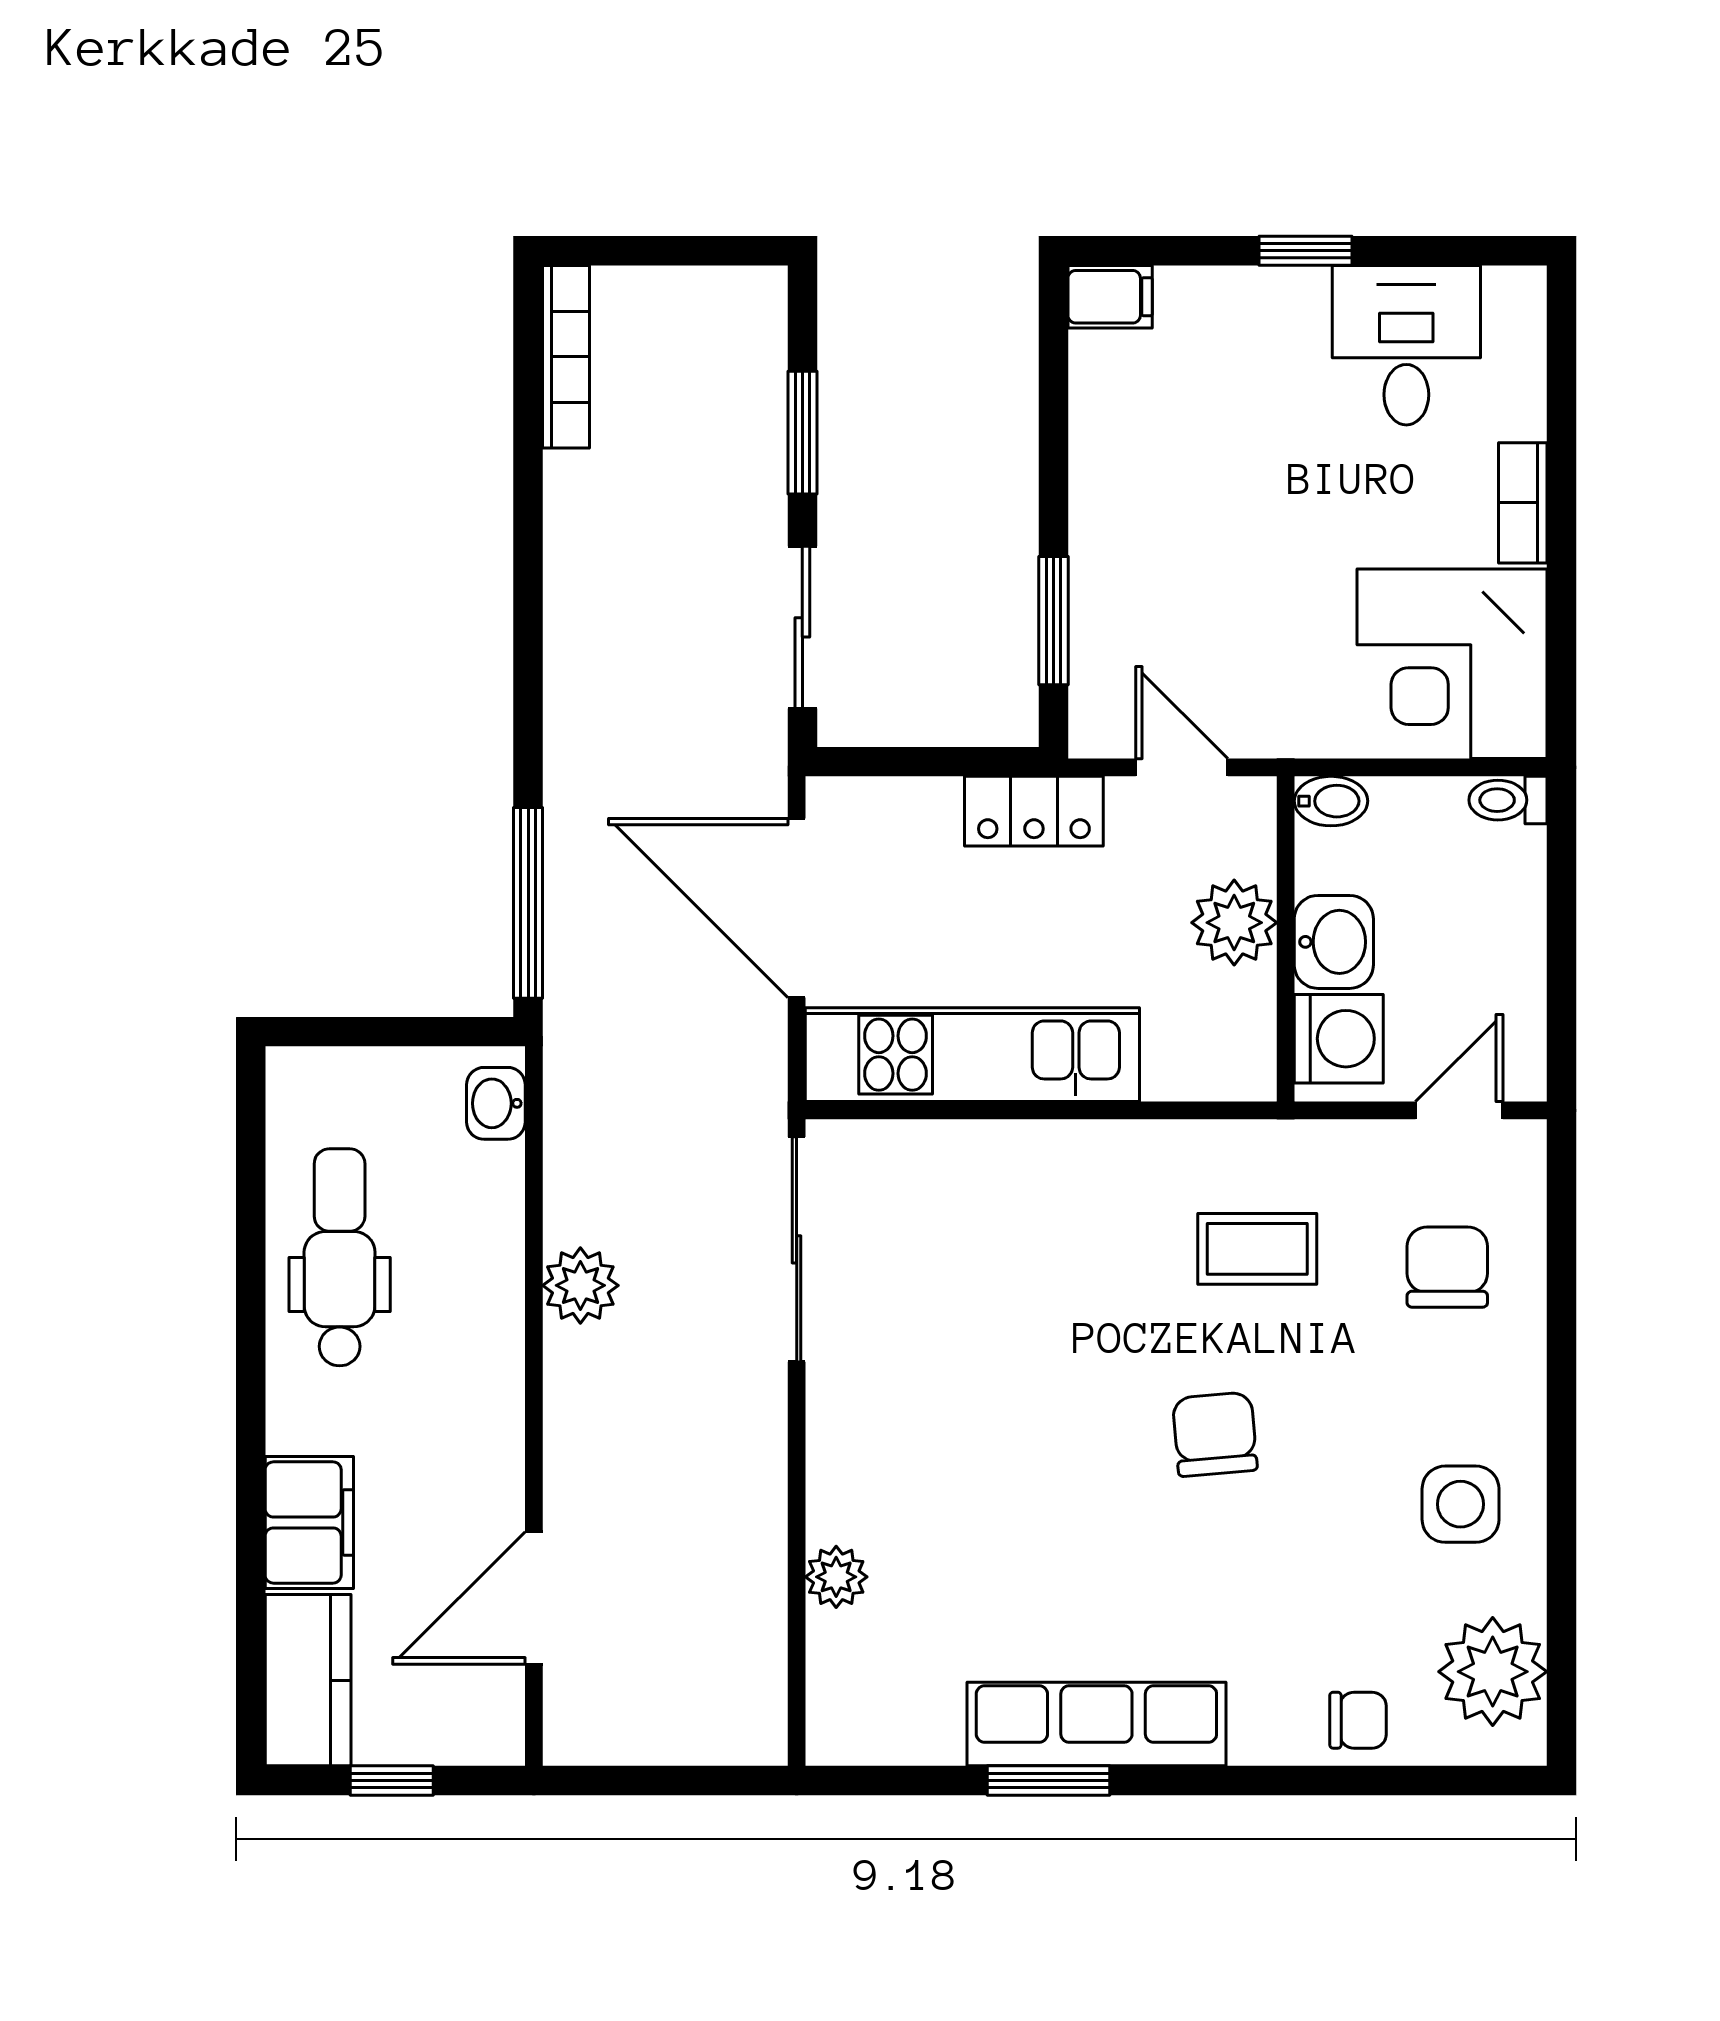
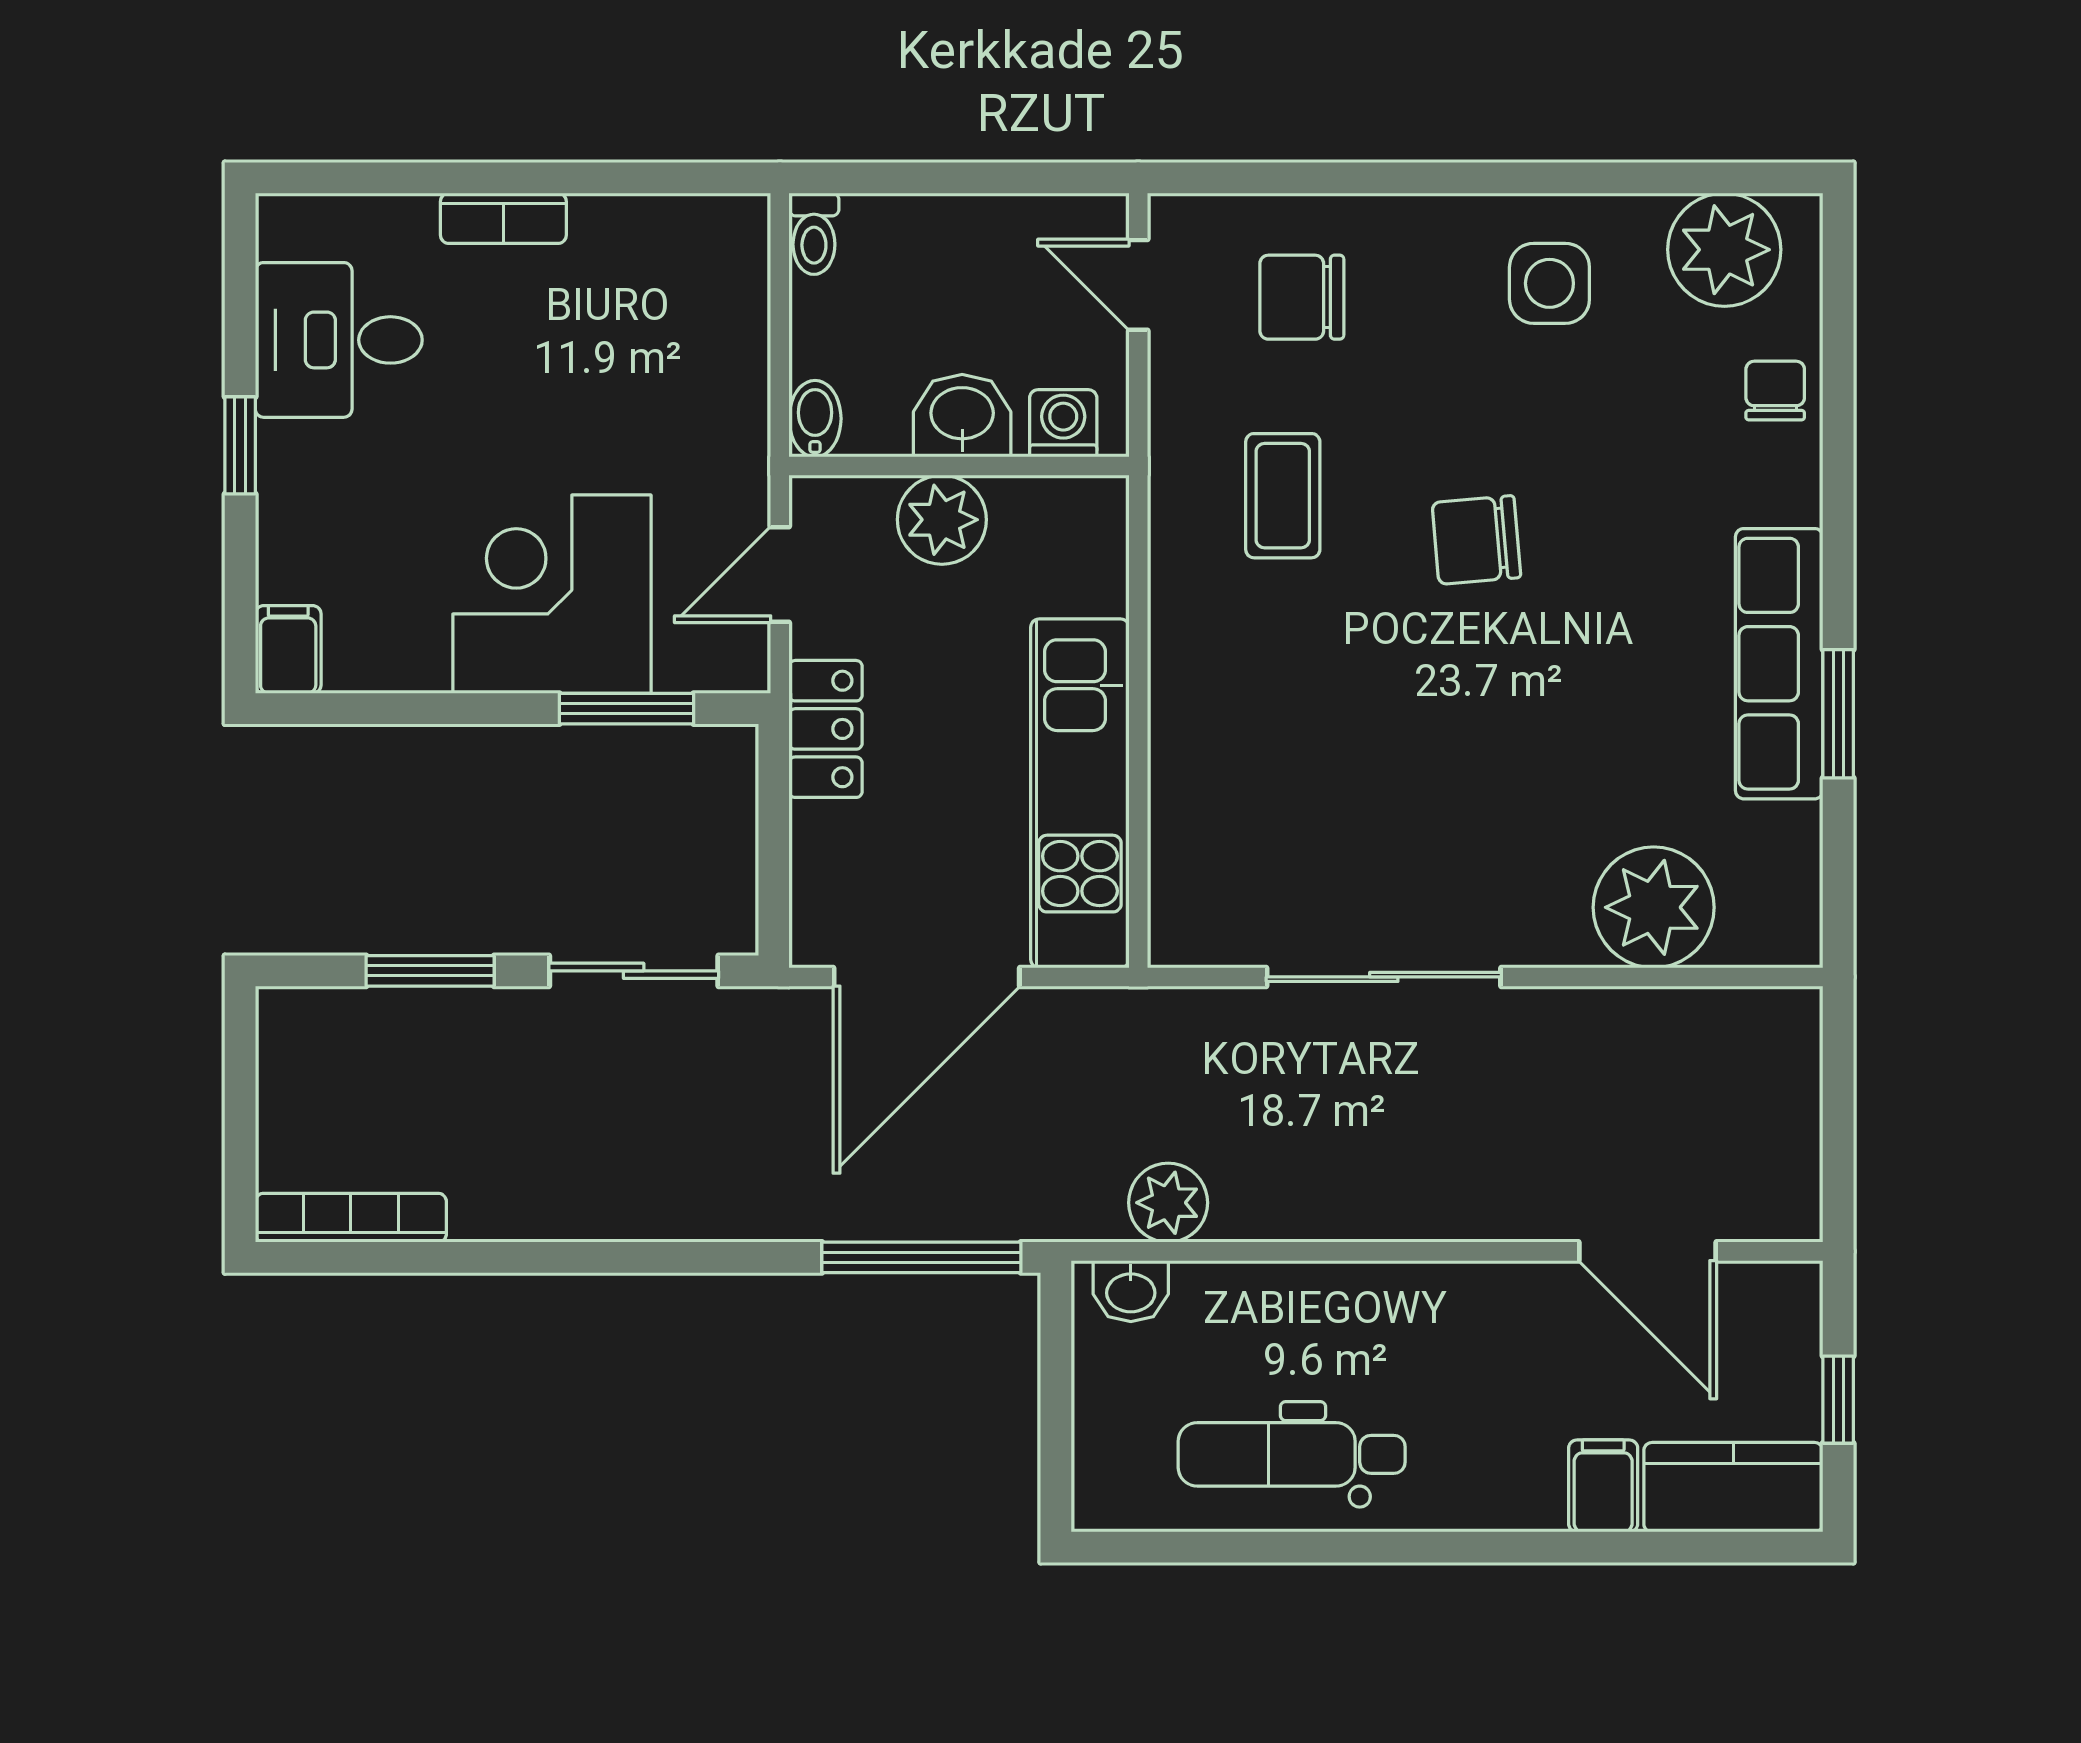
corner desk: (1452, 664) -> (552, 594), moved, turned 180
washing machine: (1339, 1039) -> (1063, 423), width x0.73, depth x0.73
sliding door: (797, 1249) -> (1384, 977), moved
plant: (580, 1285) -> (1168, 1203), moved
filing cabinet: (309, 1522) -> (1603, 1486), width x0.50
plant: (836, 1577) -> (1654, 907), width x1.88, depth x1.88

